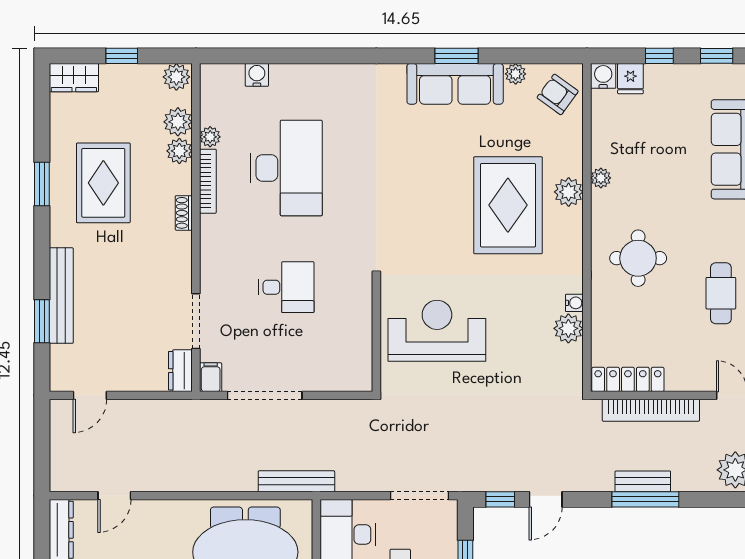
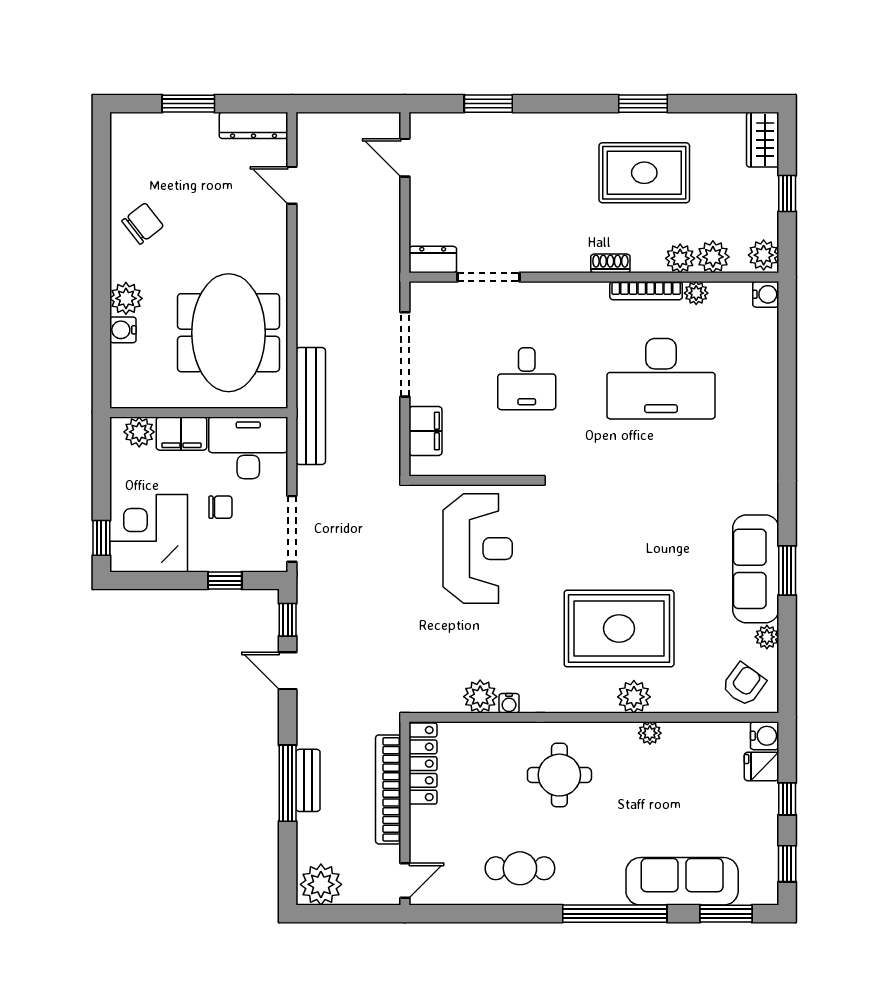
water cooler: (257, 75) -> (766, 294), moved
bench: (61, 296) -> (517, 125), removed
filing cabinet: (211, 377) -> (425, 431), moved, width x2.00
bench: (296, 481) -> (311, 406), width x1.37, depth x1.21

